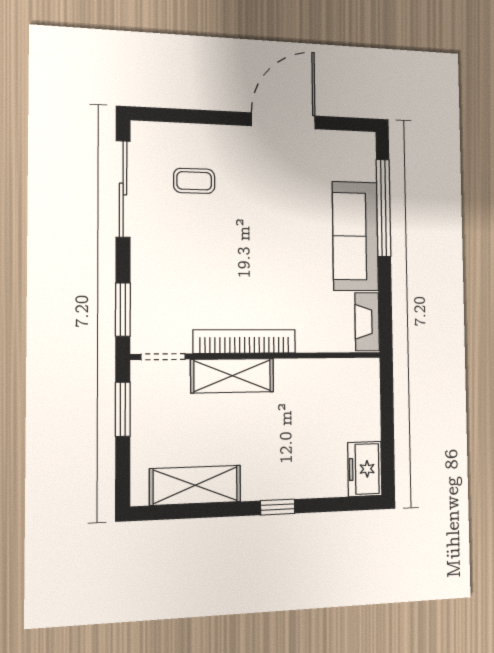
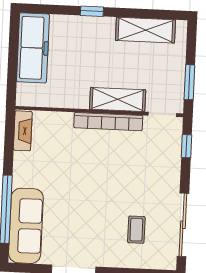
coffee table: (194, 181) -> (136, 230), turned 90
sofa: (355, 236) -> (26, 226), moved
window: (123, 310) -> (186, 146), width x0.67
freezer: (365, 469) -> (33, 48), width x1.91, depth x1.26

